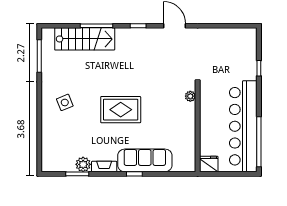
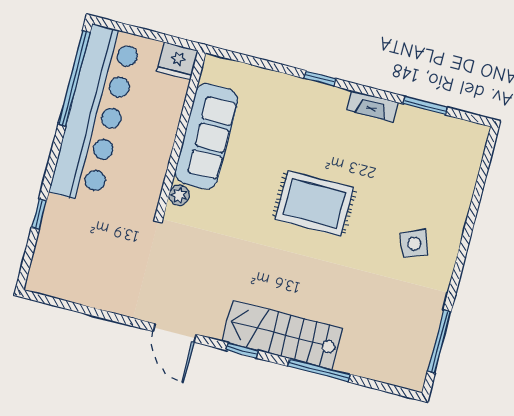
stairs: (85, 39) -> (282, 335), moved
sofa: (145, 160) -> (206, 136), moved, turned -90
plant: (83, 164) -> (410, 120), removed

